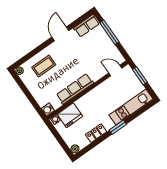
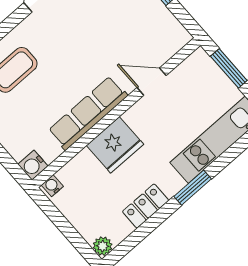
door: (115, 71) -> (152, 82), moved
fridge: (70, 115) -> (115, 145), moved

